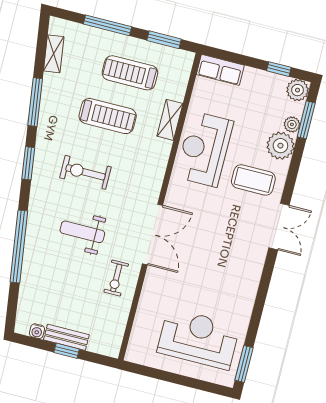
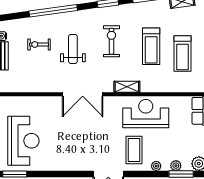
treadmill: (130, 73) -> (182, 53), turned 180
shelving: (170, 120) -> (127, 87), moved
plant: (280, 146) -> (156, 166), width x0.53, depth x0.53
exercise bike: (116, 278) -> (39, 45), moved

